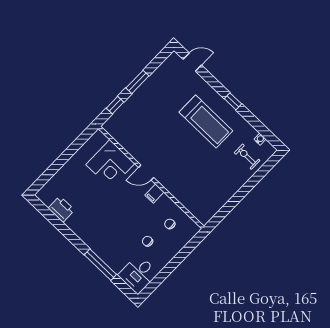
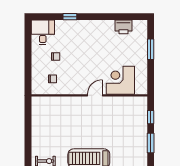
window: (56, 166) -> (151, 49), added
filing cabinet: (154, 194) -> (78, 88), removed
window: (100, 265) -> (70, 17), width x0.46

